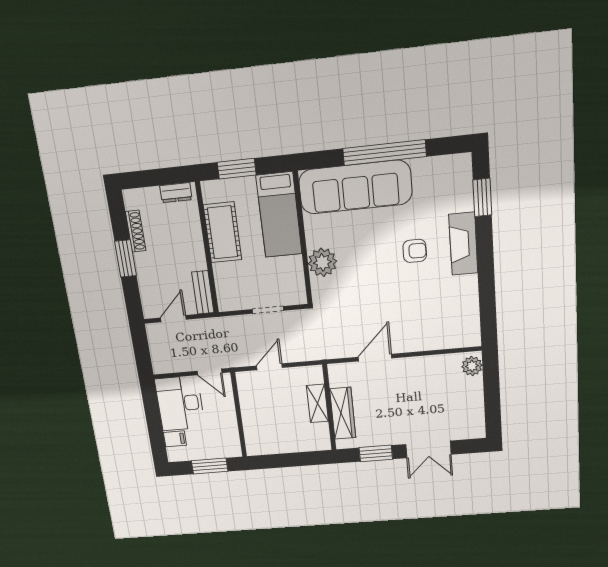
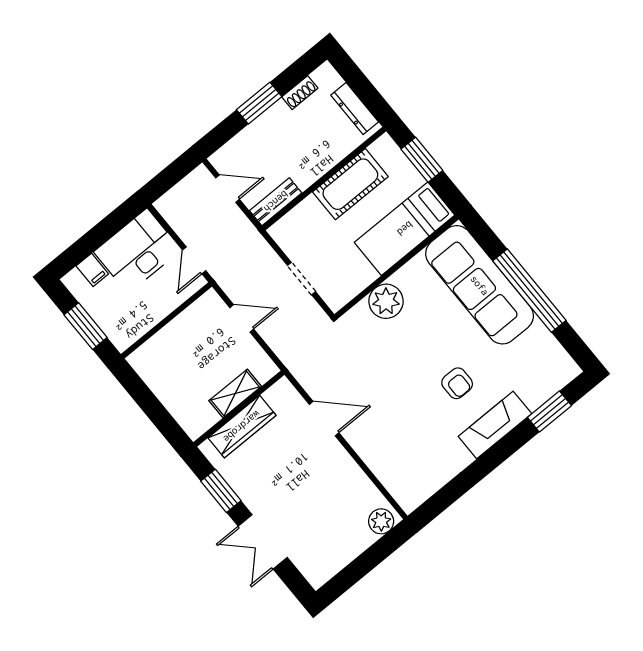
dresser: (176, 193) -> (355, 109), width x1.44
shoe rack: (136, 231) -> (300, 93), width x0.70

